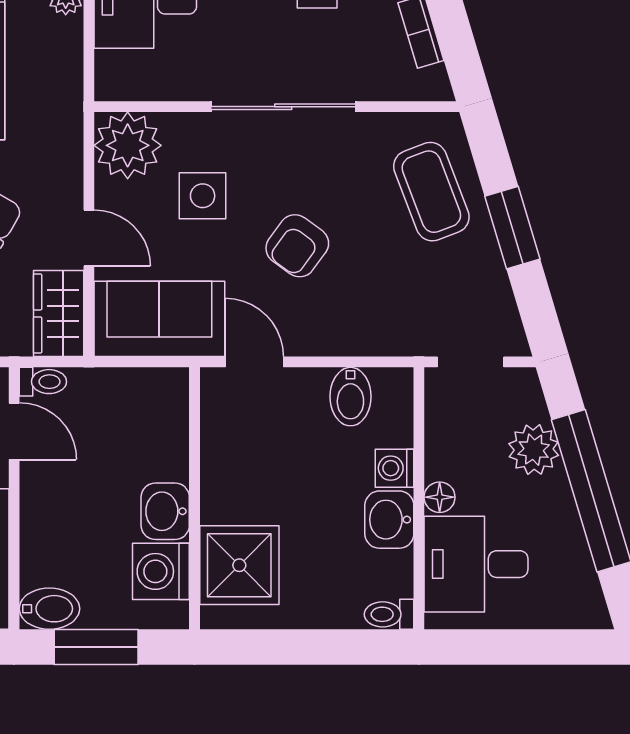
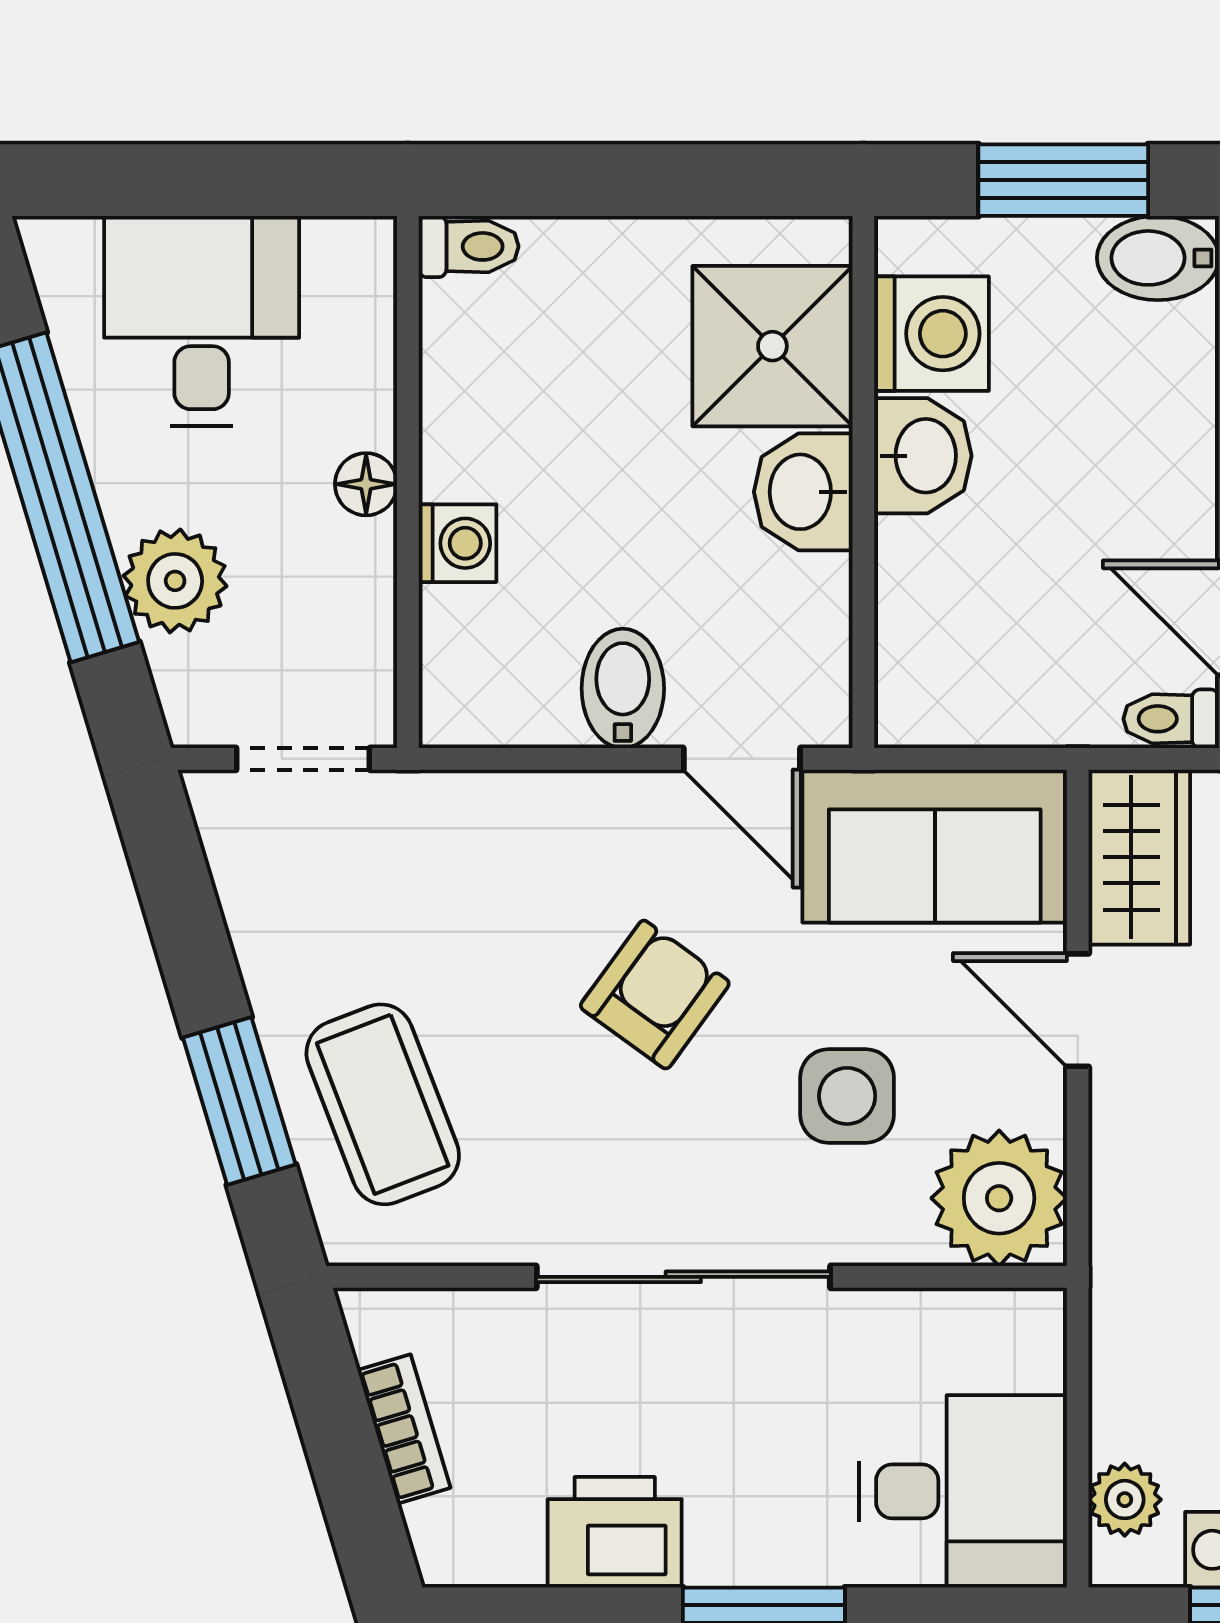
window: (512, 228) -> (239, 1101), moved
bidet: (350, 397) -> (623, 688), moved
washbasin: (389, 520) -> (803, 492), moved, turned 180
desk: (476, 564) -> (202, 321), moved, turned -90

